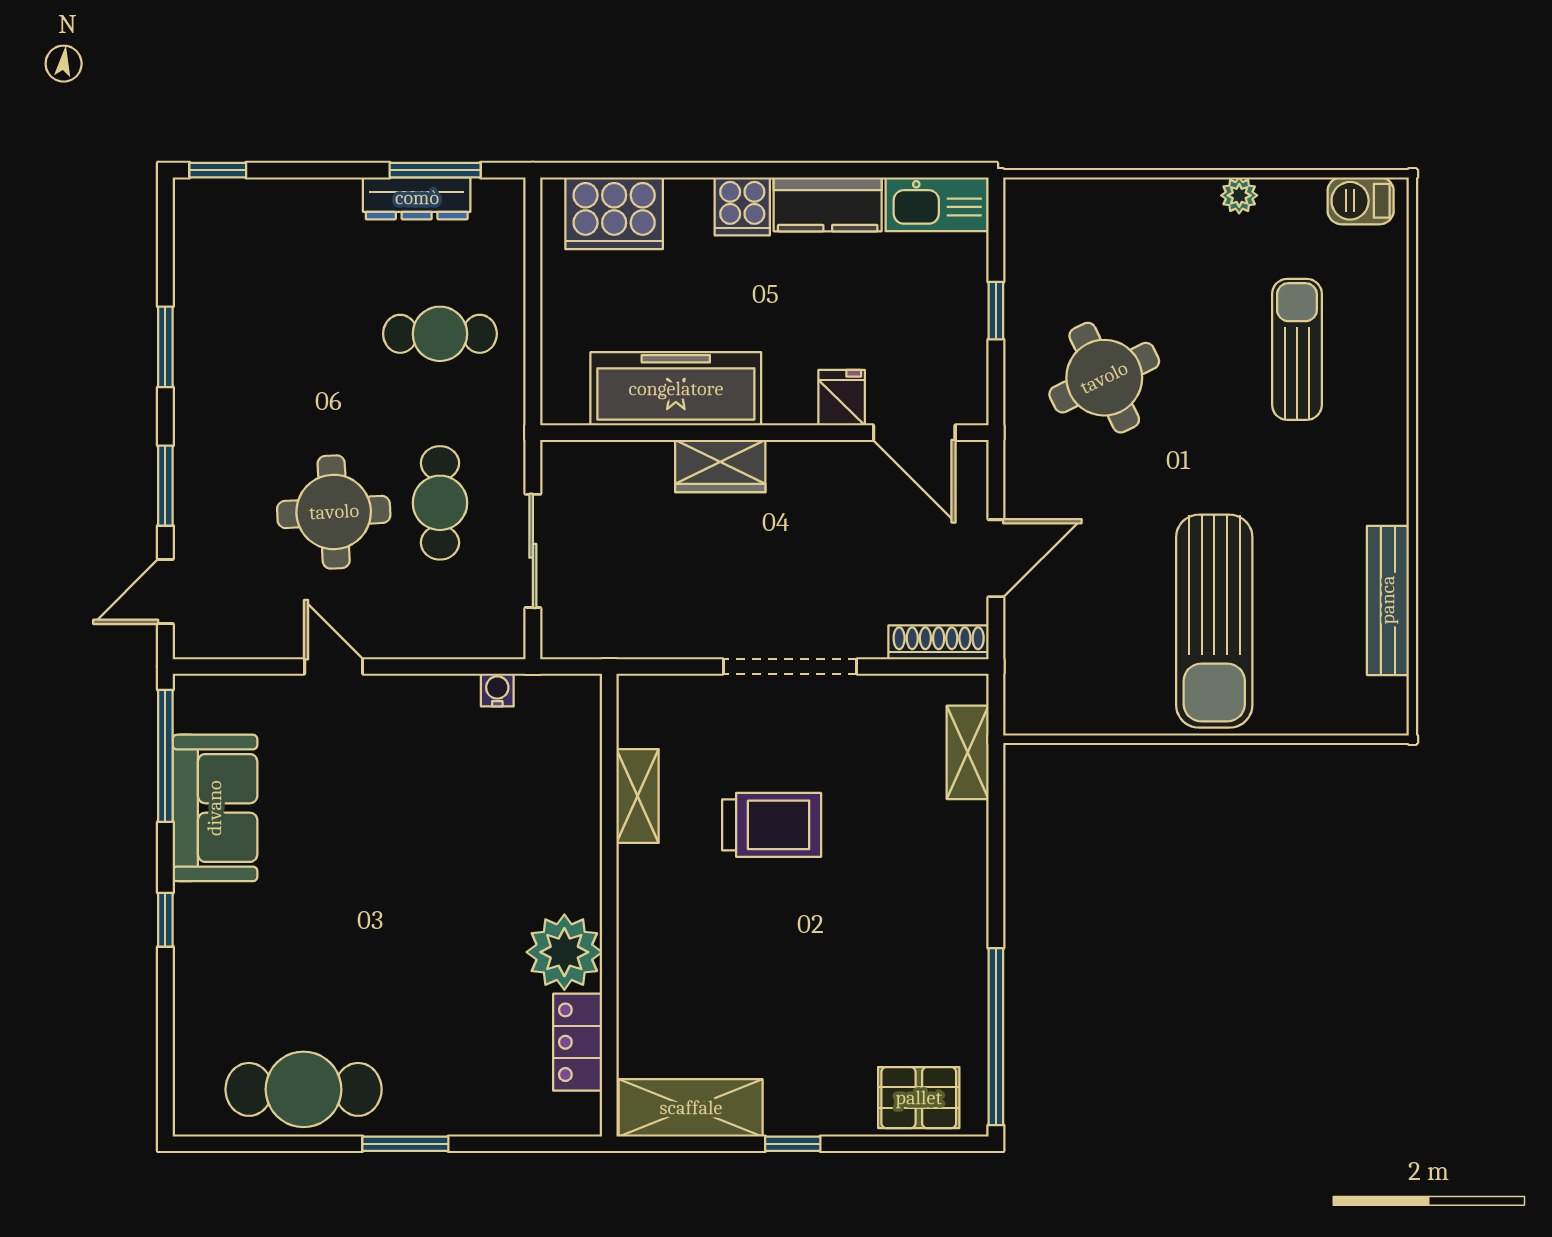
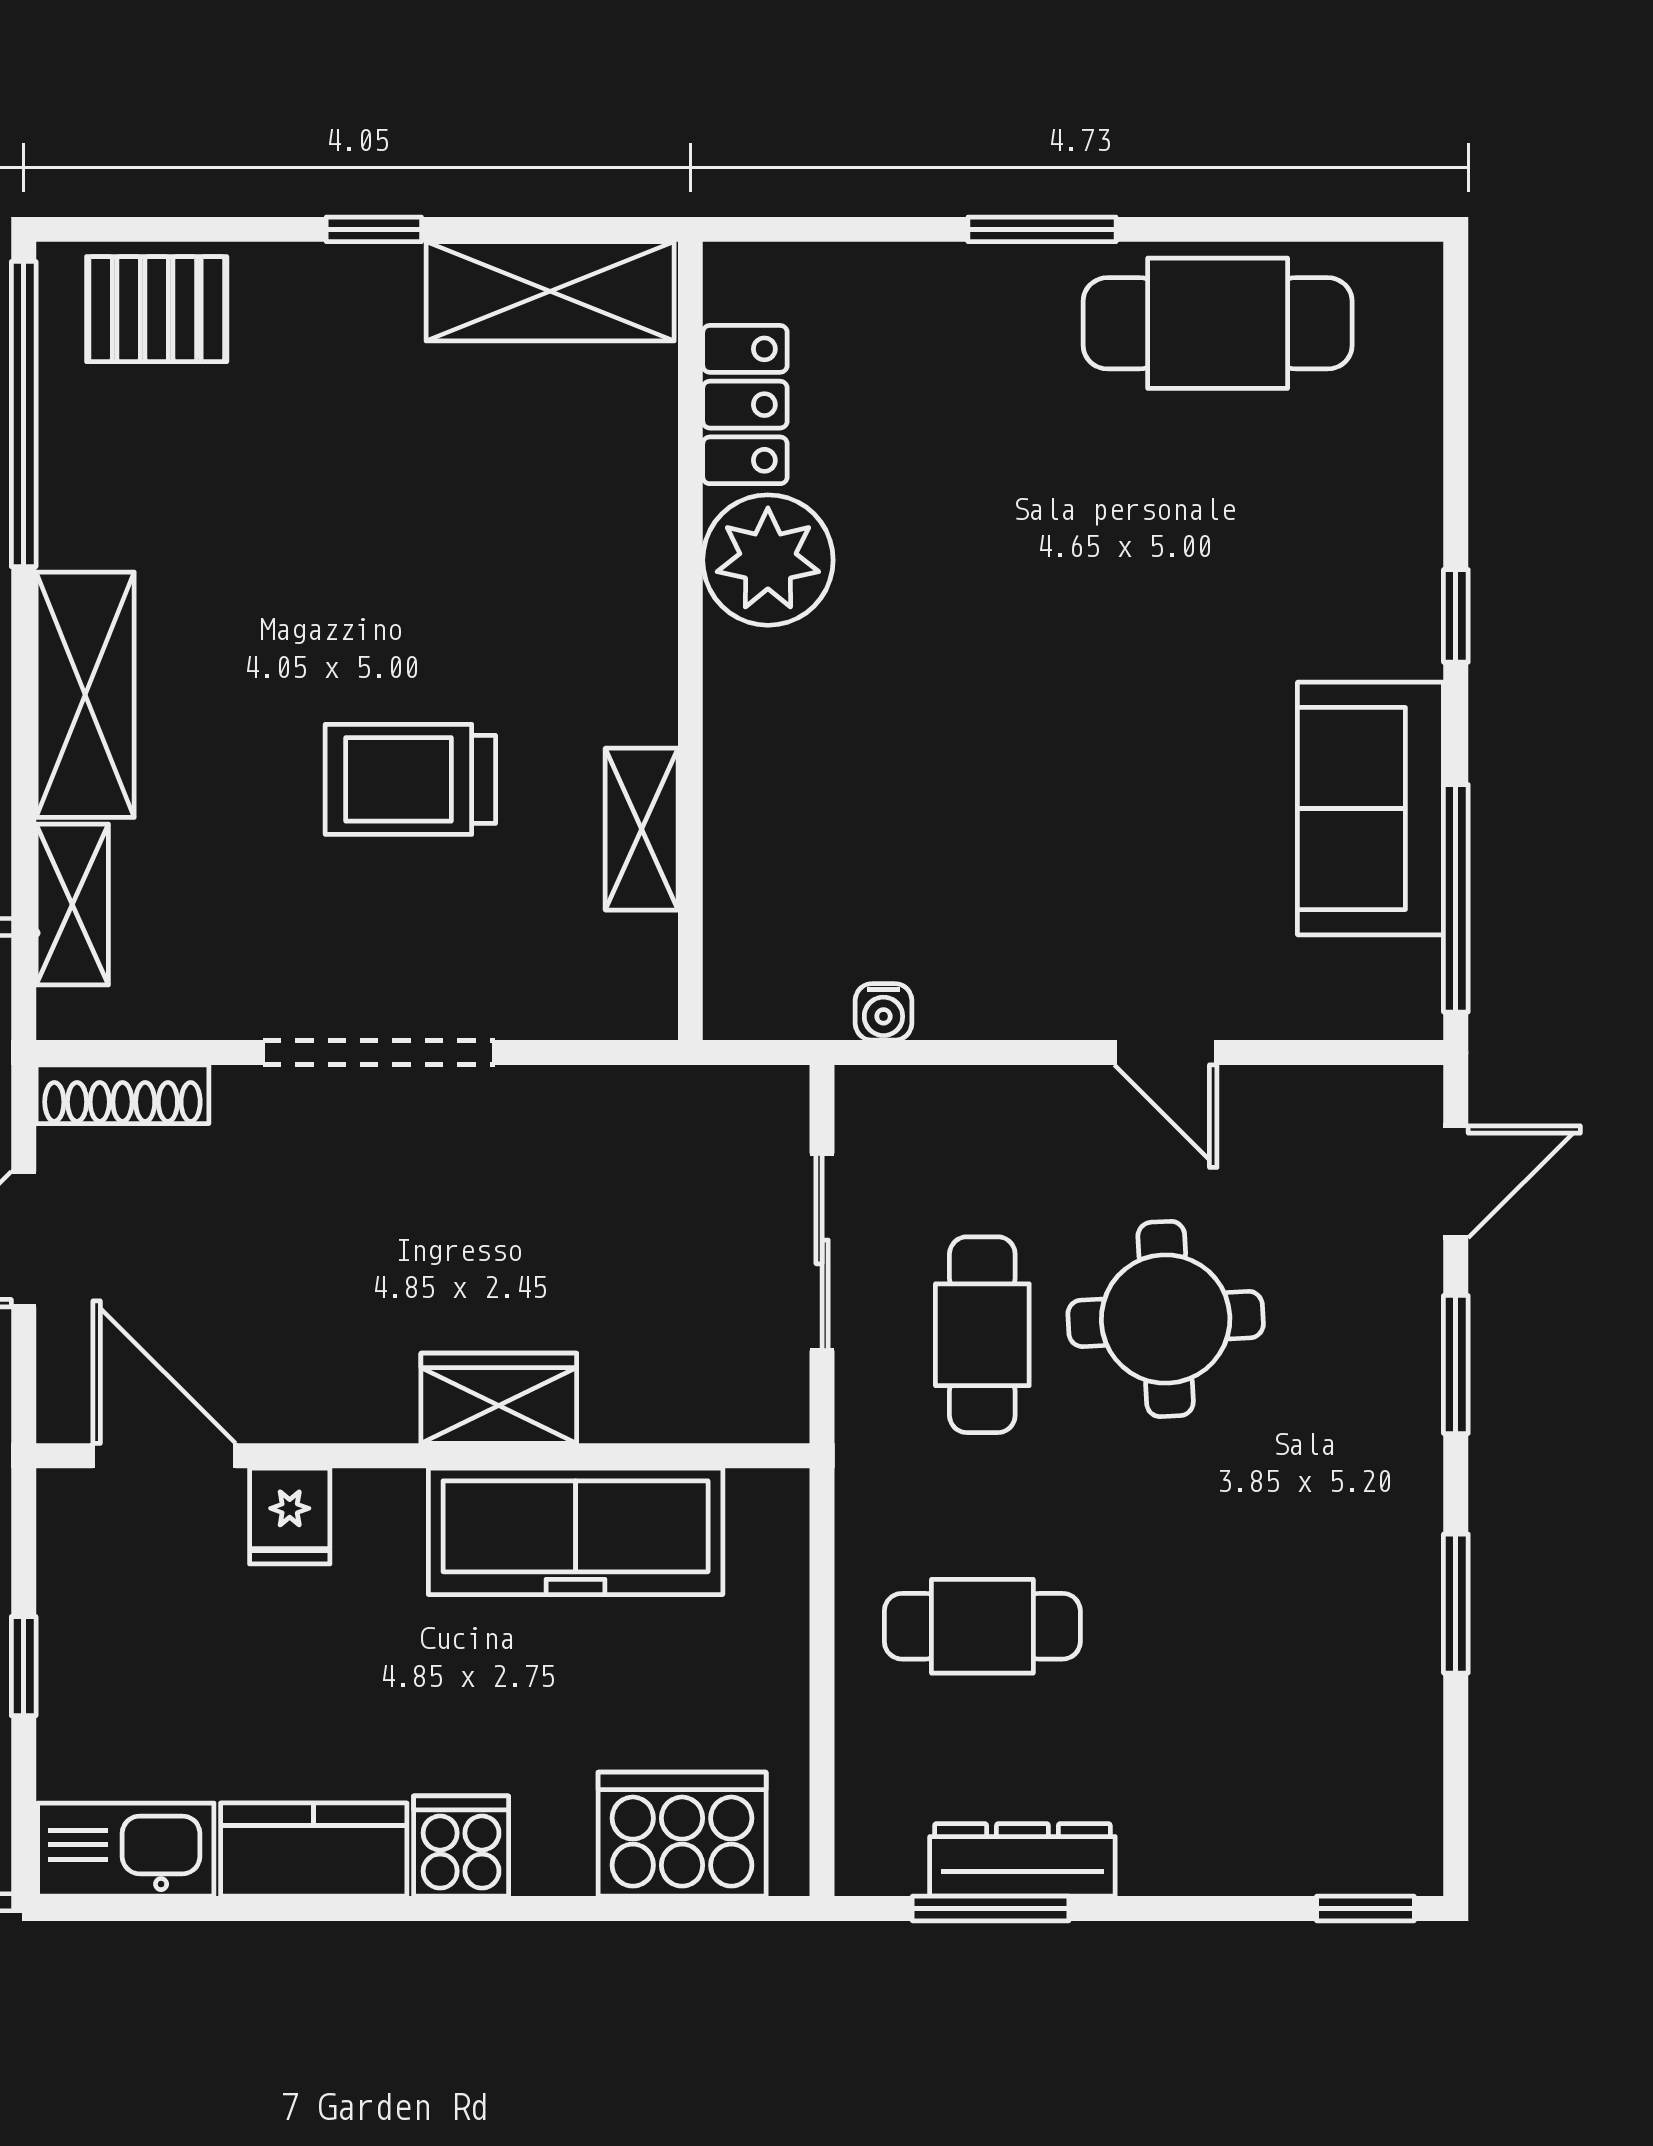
shelving: (960, 874) -> (85, 695), added

